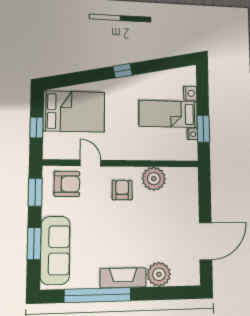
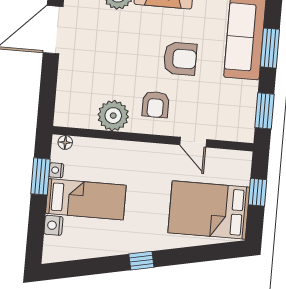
floor lamp: (188, 155) -> (65, 142), added
armchair: (67, 184) -> (180, 59), moved, turned 180

